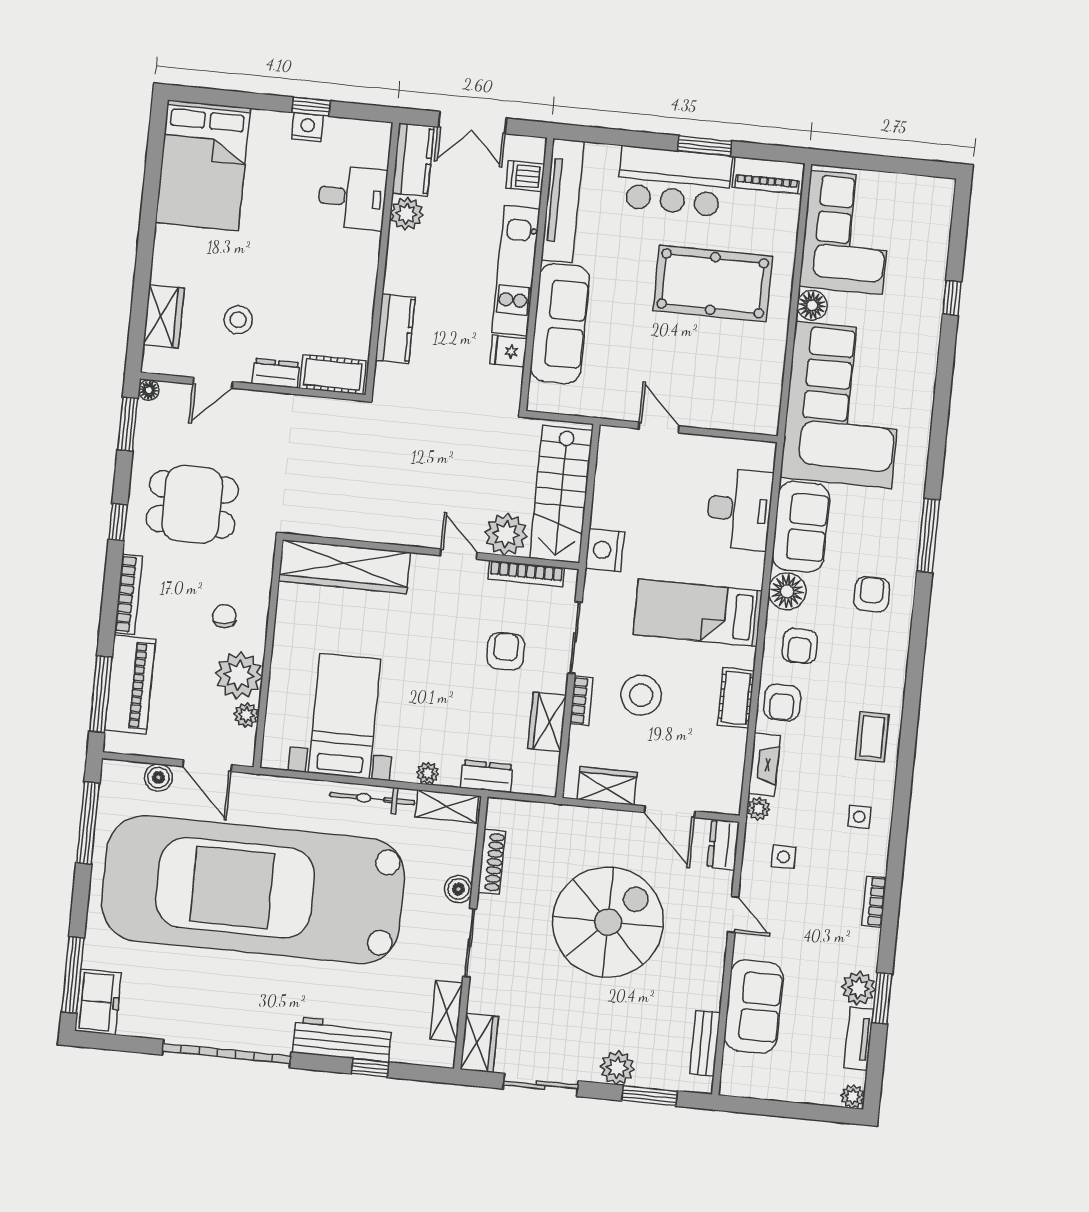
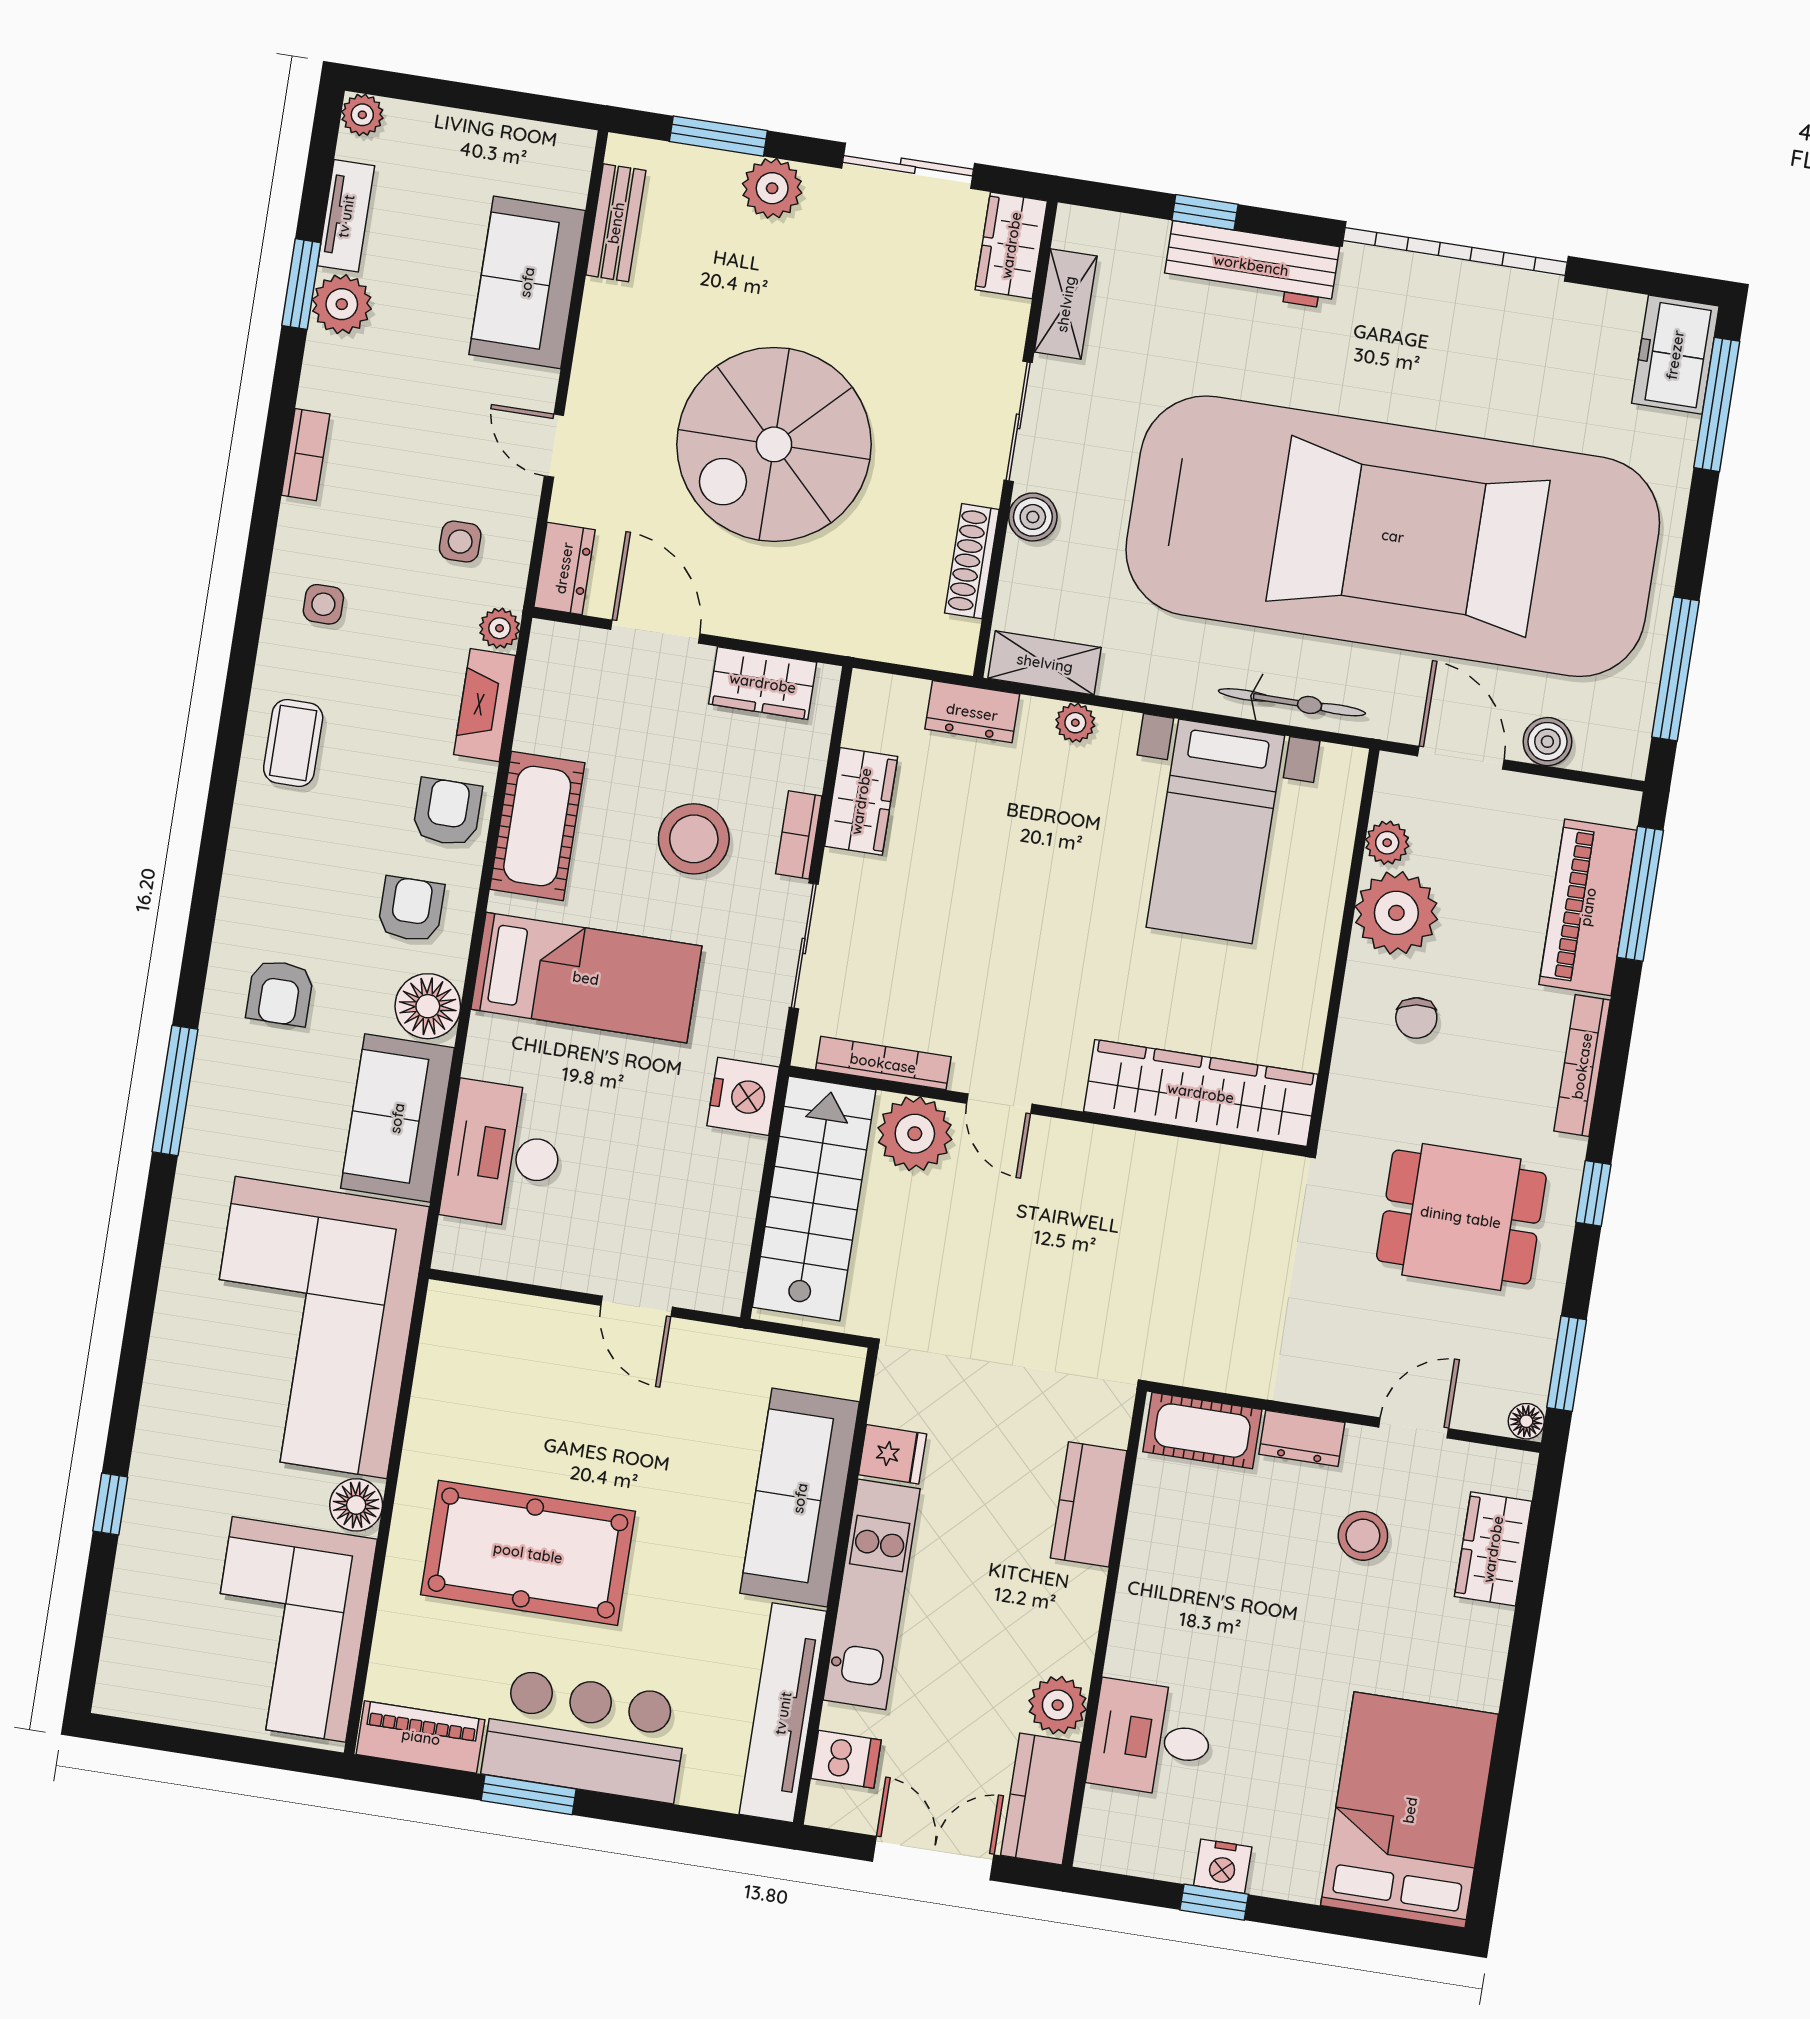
armchair: (506, 651) -> (927, 929), removed
cot: (736, 698) -> (537, 826), width x1.37, depth x1.34
bicycle: (372, 799) -> (1292, 702), moved

